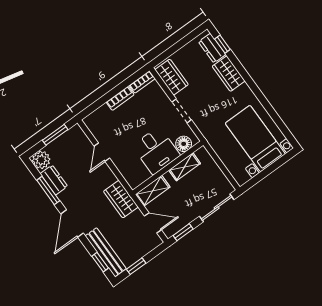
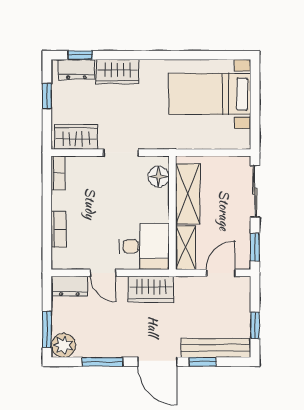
window: (183, 42) -> (47, 96), added
bookcase: (120, 98) -> (59, 229), moved
window: (55, 135) -> (47, 329), moved
desk: (156, 150) -> (144, 246), moved
shelving: (185, 167) -> (188, 194), width x1.50, depth x1.33
dresser: (54, 180) -> (69, 286), moved, turned 180
wardrobe: (121, 199) -> (151, 289), moved
window: (100, 262) -> (203, 362), moved

